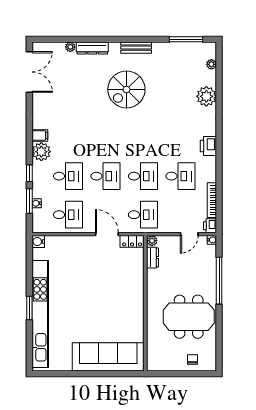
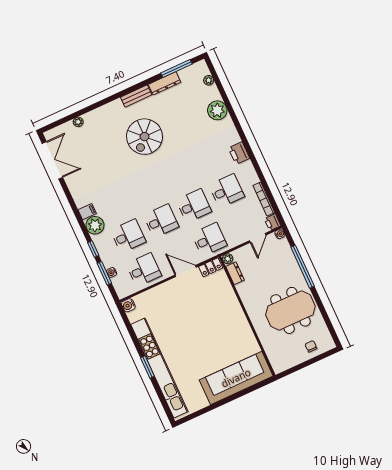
dresser: (92, 48) -> (165, 83), moved

